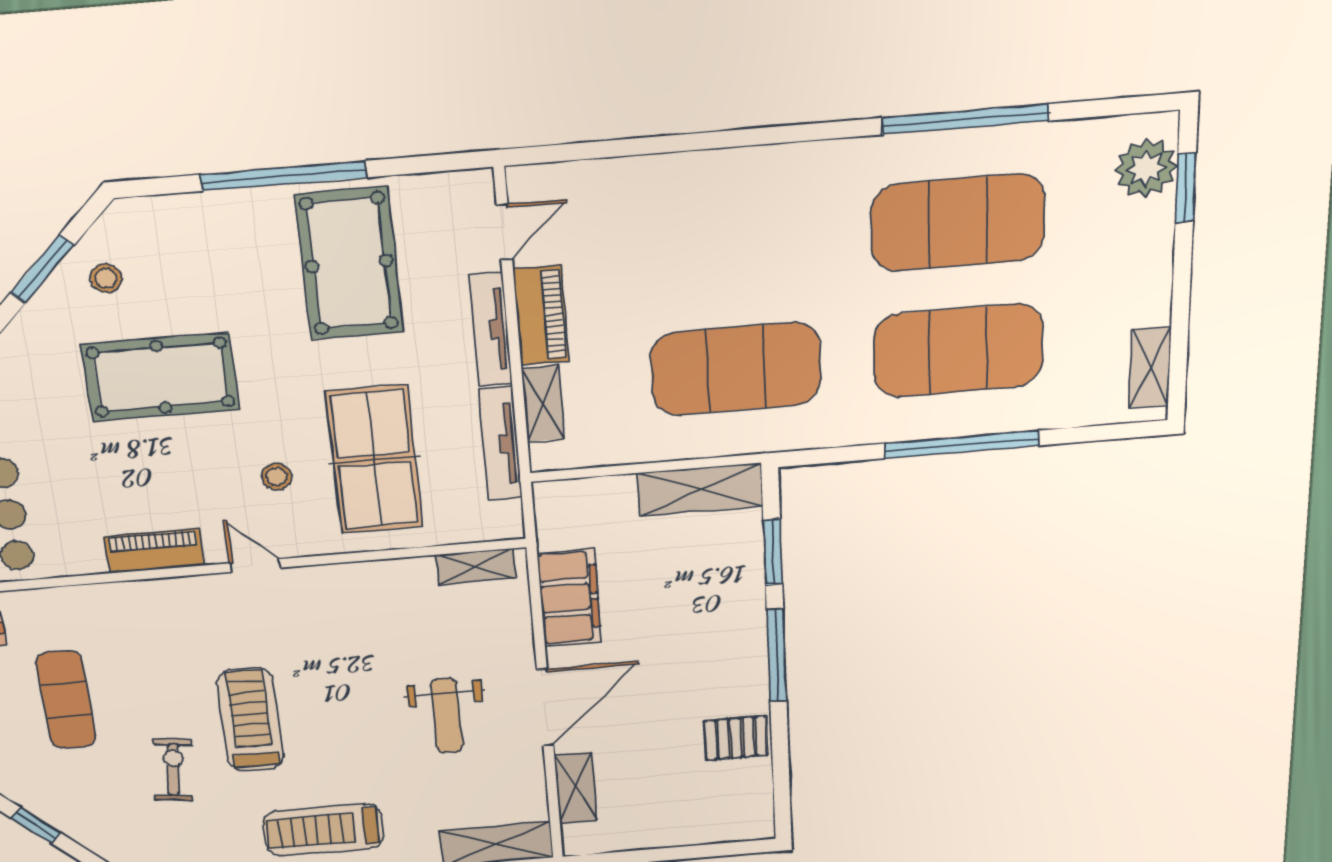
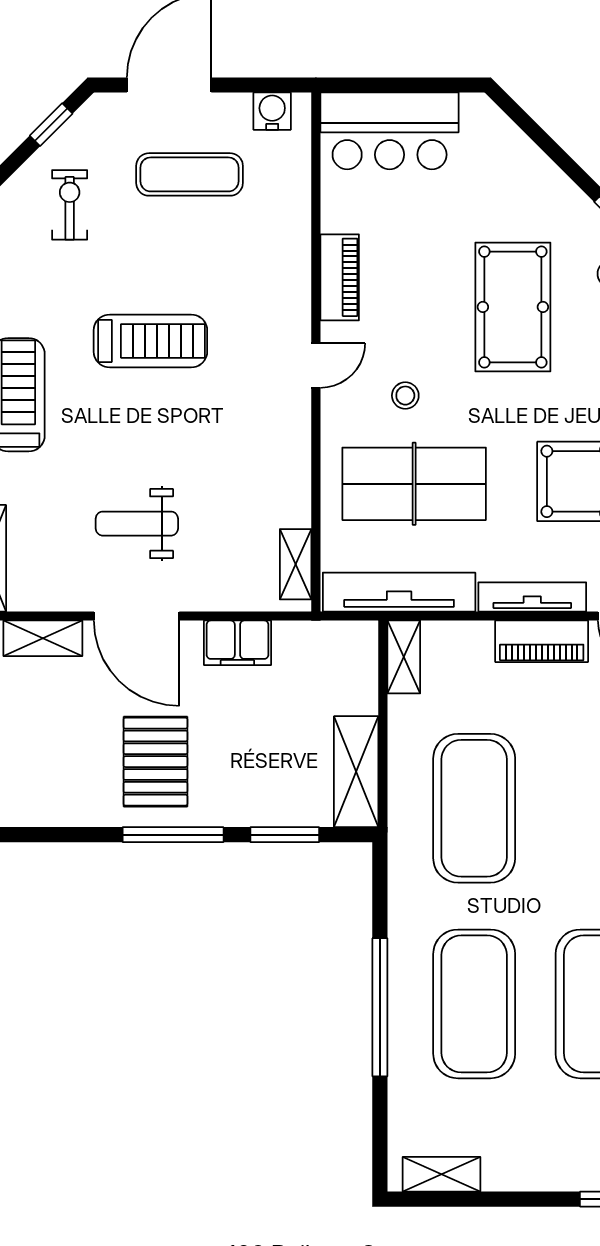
shelving: (543, 404) -> (404, 657), moved, turned 90
tv unit: (500, 444) -> (399, 592), width x1.36, depth x1.29
filing cabinet: (569, 598) -> (237, 643), width x0.67, depth x0.86
pallet: (736, 738) -> (155, 762), moved, width x1.50, depth x1.42
exercise bike: (173, 770) -> (70, 205), moved, turned -97

